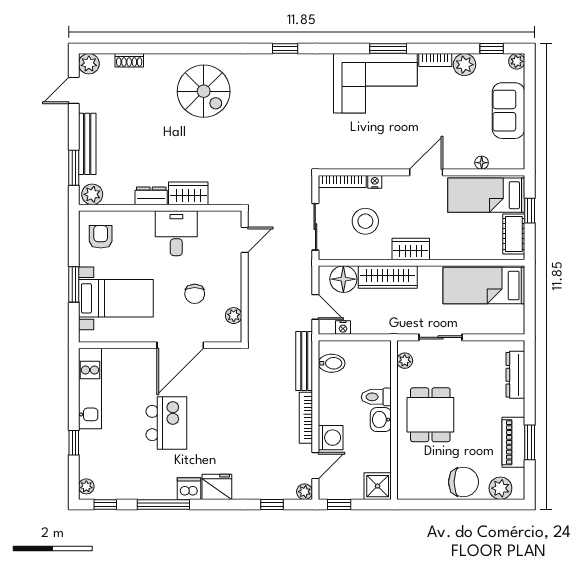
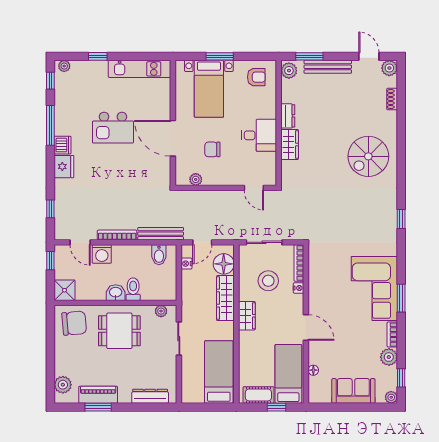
chair: (463, 482) -> (74, 323), moved, turned -95
plant: (305, 492) -> (60, 234), removed

